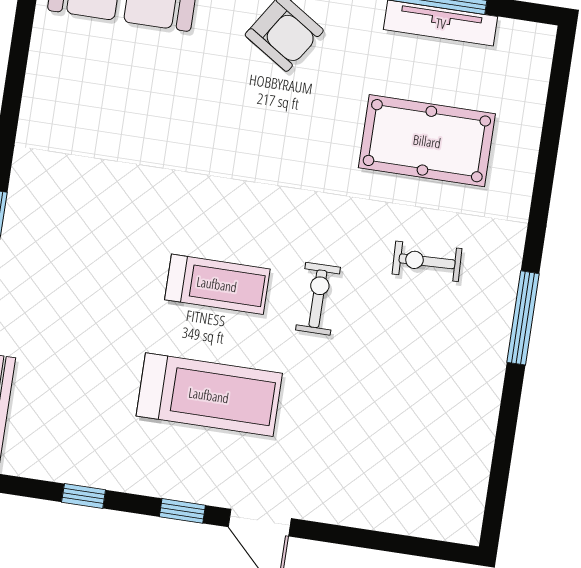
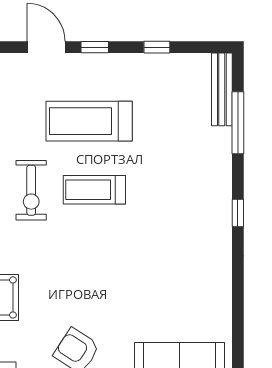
exercise bike: (318, 299) -> (31, 190), width x1.38, depth x1.39

